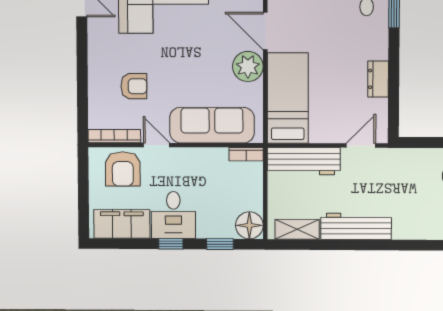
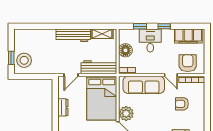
bed: (288, 98) -> (102, 98), width x1.50
desk: (173, 215) -> (150, 40), moved
floor lamp: (249, 225) -> (125, 50), moved

